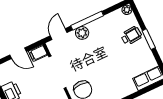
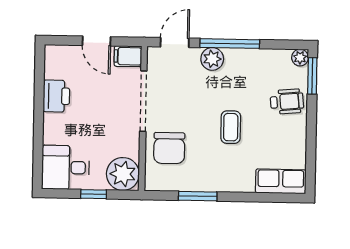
window: (149, 39) -> (312, 76), moved
coffee table: (109, 63) -> (231, 127), added

